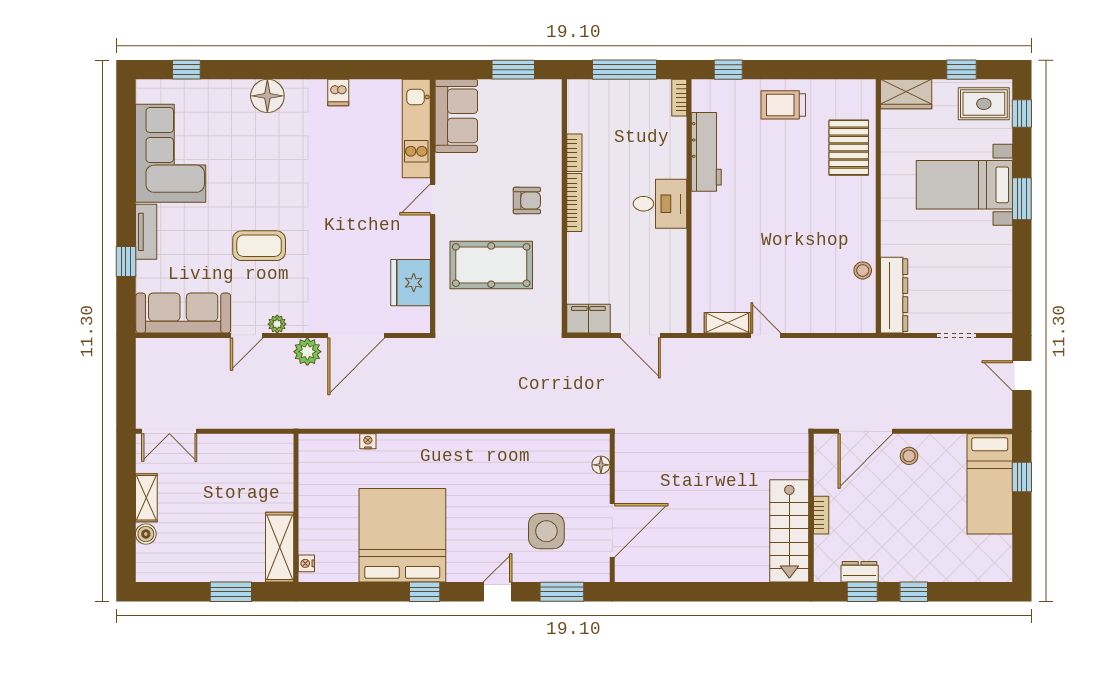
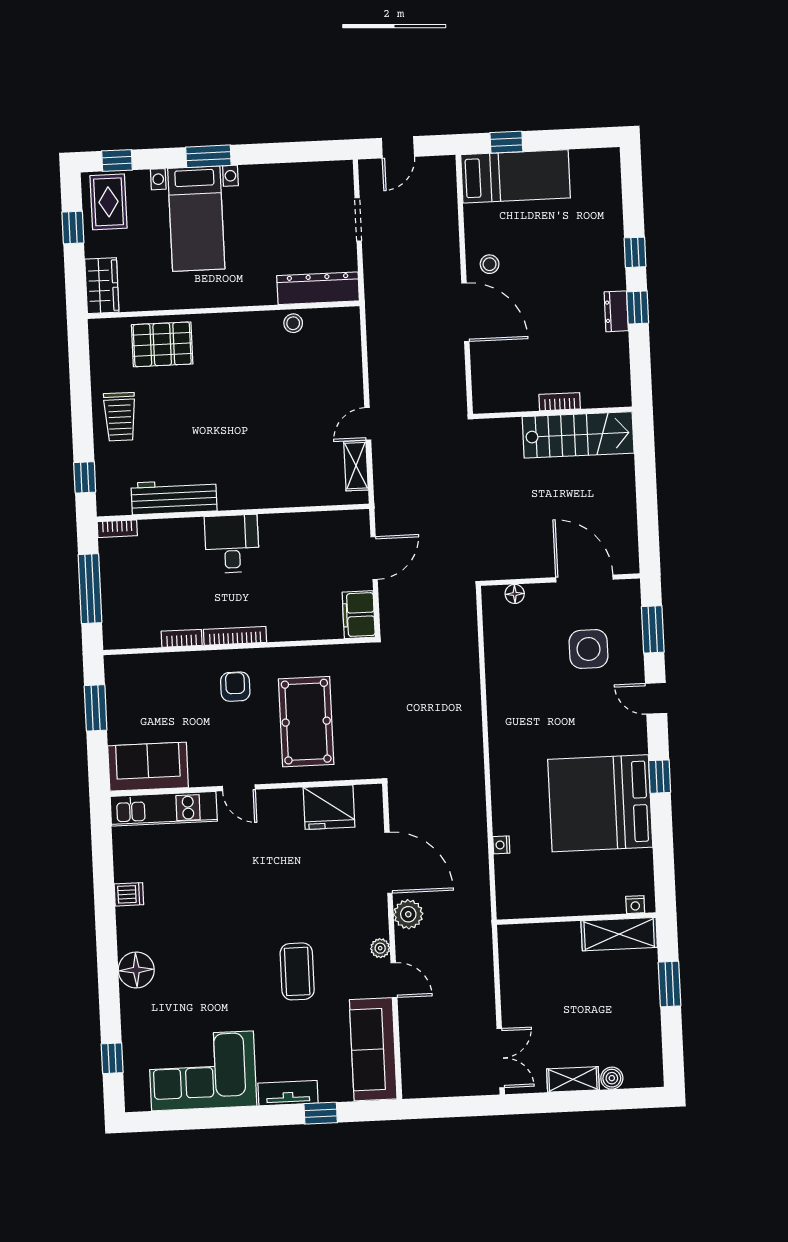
wall: (811, 508) -> (553, 413), moved
bookcase: (821, 515) -> (560, 402), moved
stairs: (789, 531) -> (578, 435), moved

